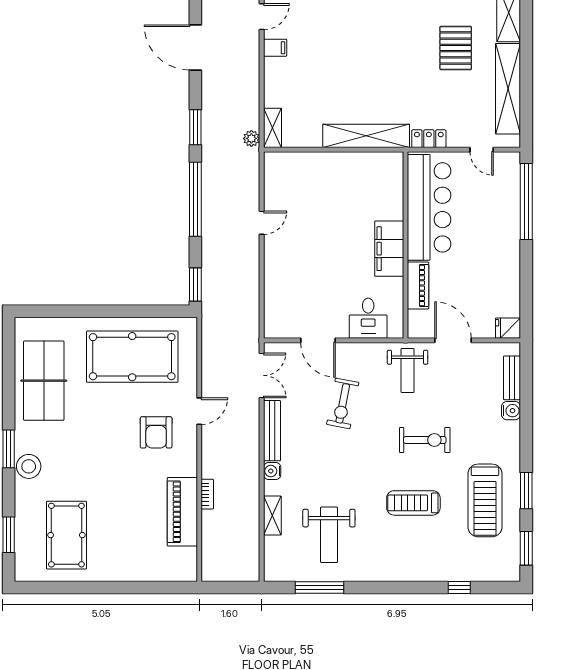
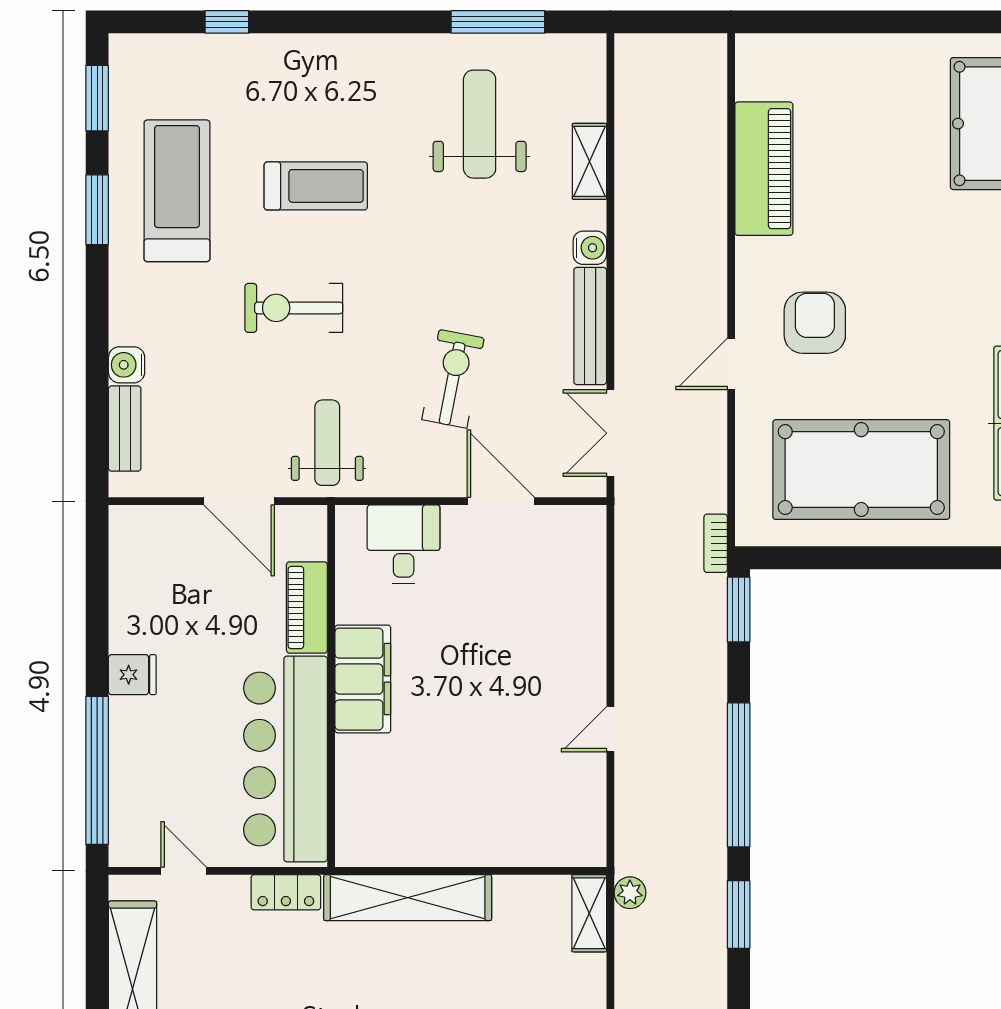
fridge: (508, 328) -> (132, 675), moved
bookcase: (207, 494) -> (716, 543), moved

